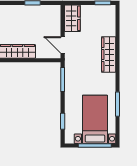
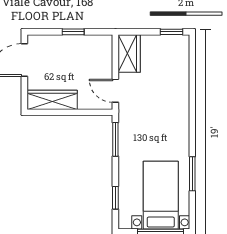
wardrobe: (109, 55) -> (180, 104), removed

